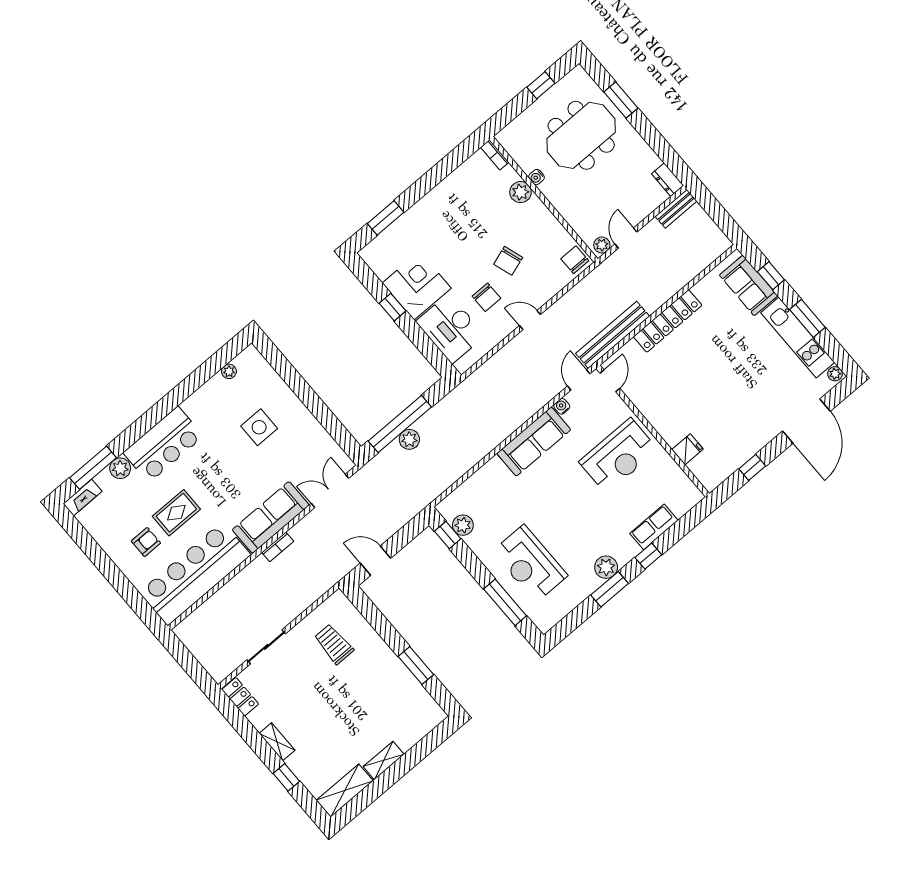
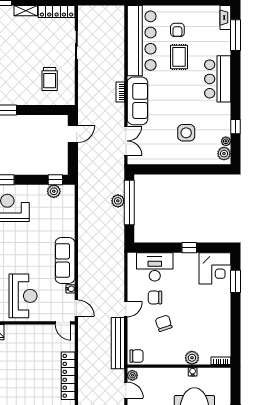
corner desk: (417, 286) -> (215, 268), moved
bench: (613, 335) -> (118, 343), moved
window: (202, 375) -> (236, 127), added
reception desk: (618, 456) -> (23, 296), turned 180
plant: (120, 468) -> (224, 154), moved
trolley: (334, 644) -> (50, 79), turned 90
locker: (240, 697) -> (57, 11), width x1.53

